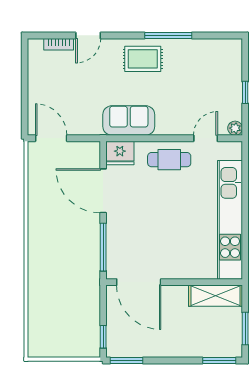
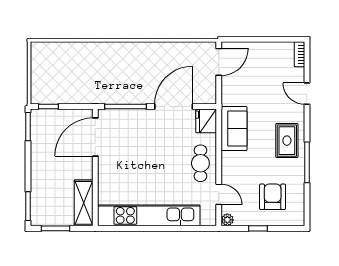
bookcase: (59, 44) -> (300, 54), moved
armchair: (208, 76) -> (273, 197), added

